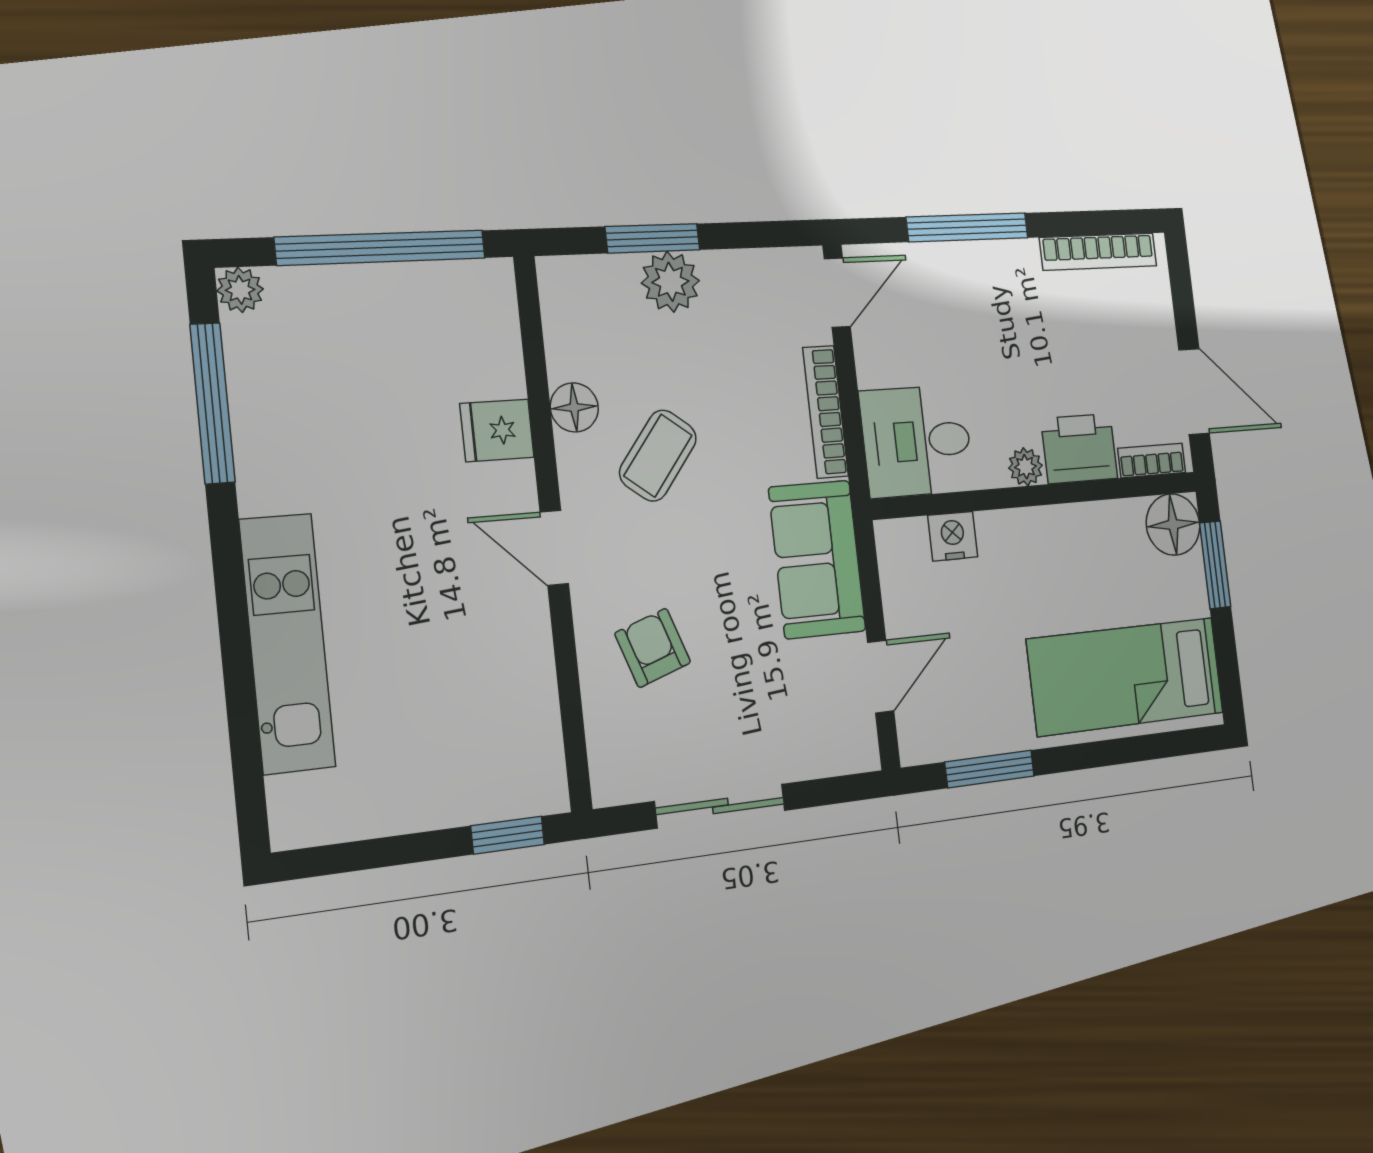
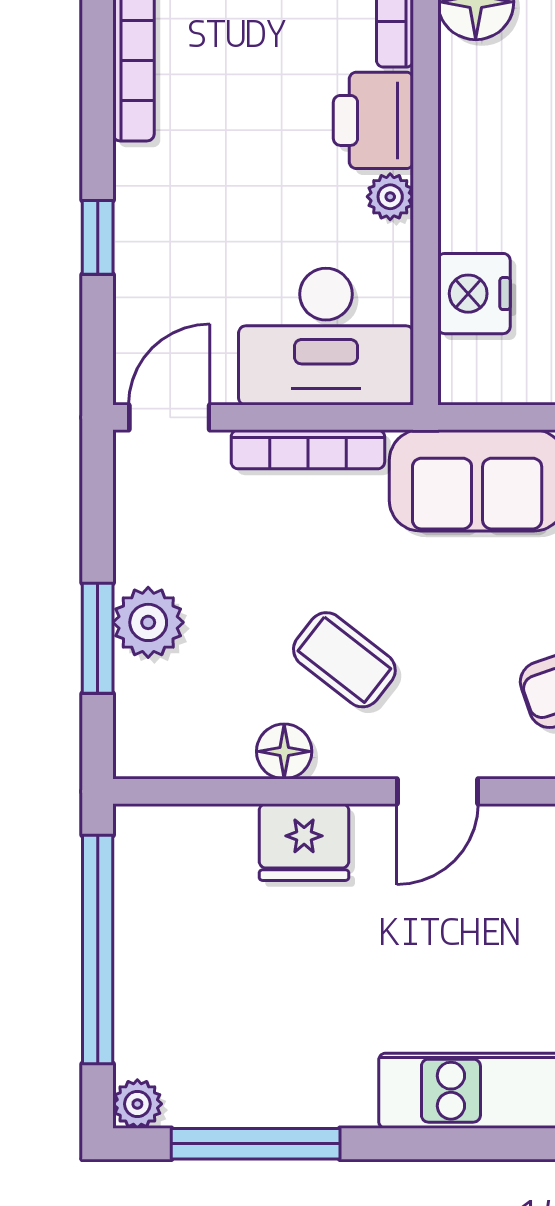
window: (967, 227) -> (98, 237), width x0.46
door: (837, 293) -> (169, 417), hinge flipped
fridge: (497, 430) -> (304, 842), width x1.38
desk: (917, 441) -> (326, 337), width x1.37
nightstand: (953, 536) -> (474, 294), width x1.36, depth x1.33

